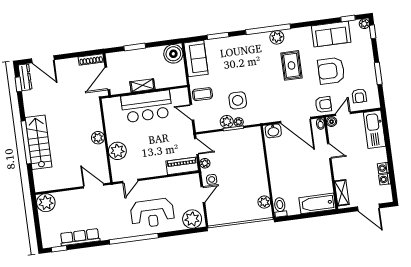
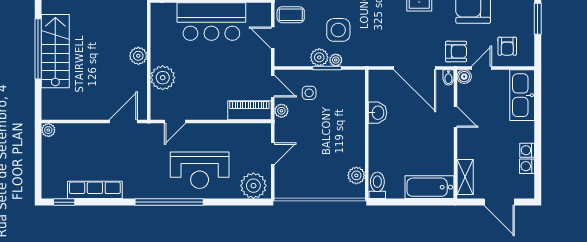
washbasin: (273, 131) -> (377, 113), moved, turned -90
side table: (212, 179) -> (309, 93), moved
door: (93, 186) -> (123, 122), hinge flipped
plant: (46, 203) -> (48, 130), width x0.53, depth x0.53

